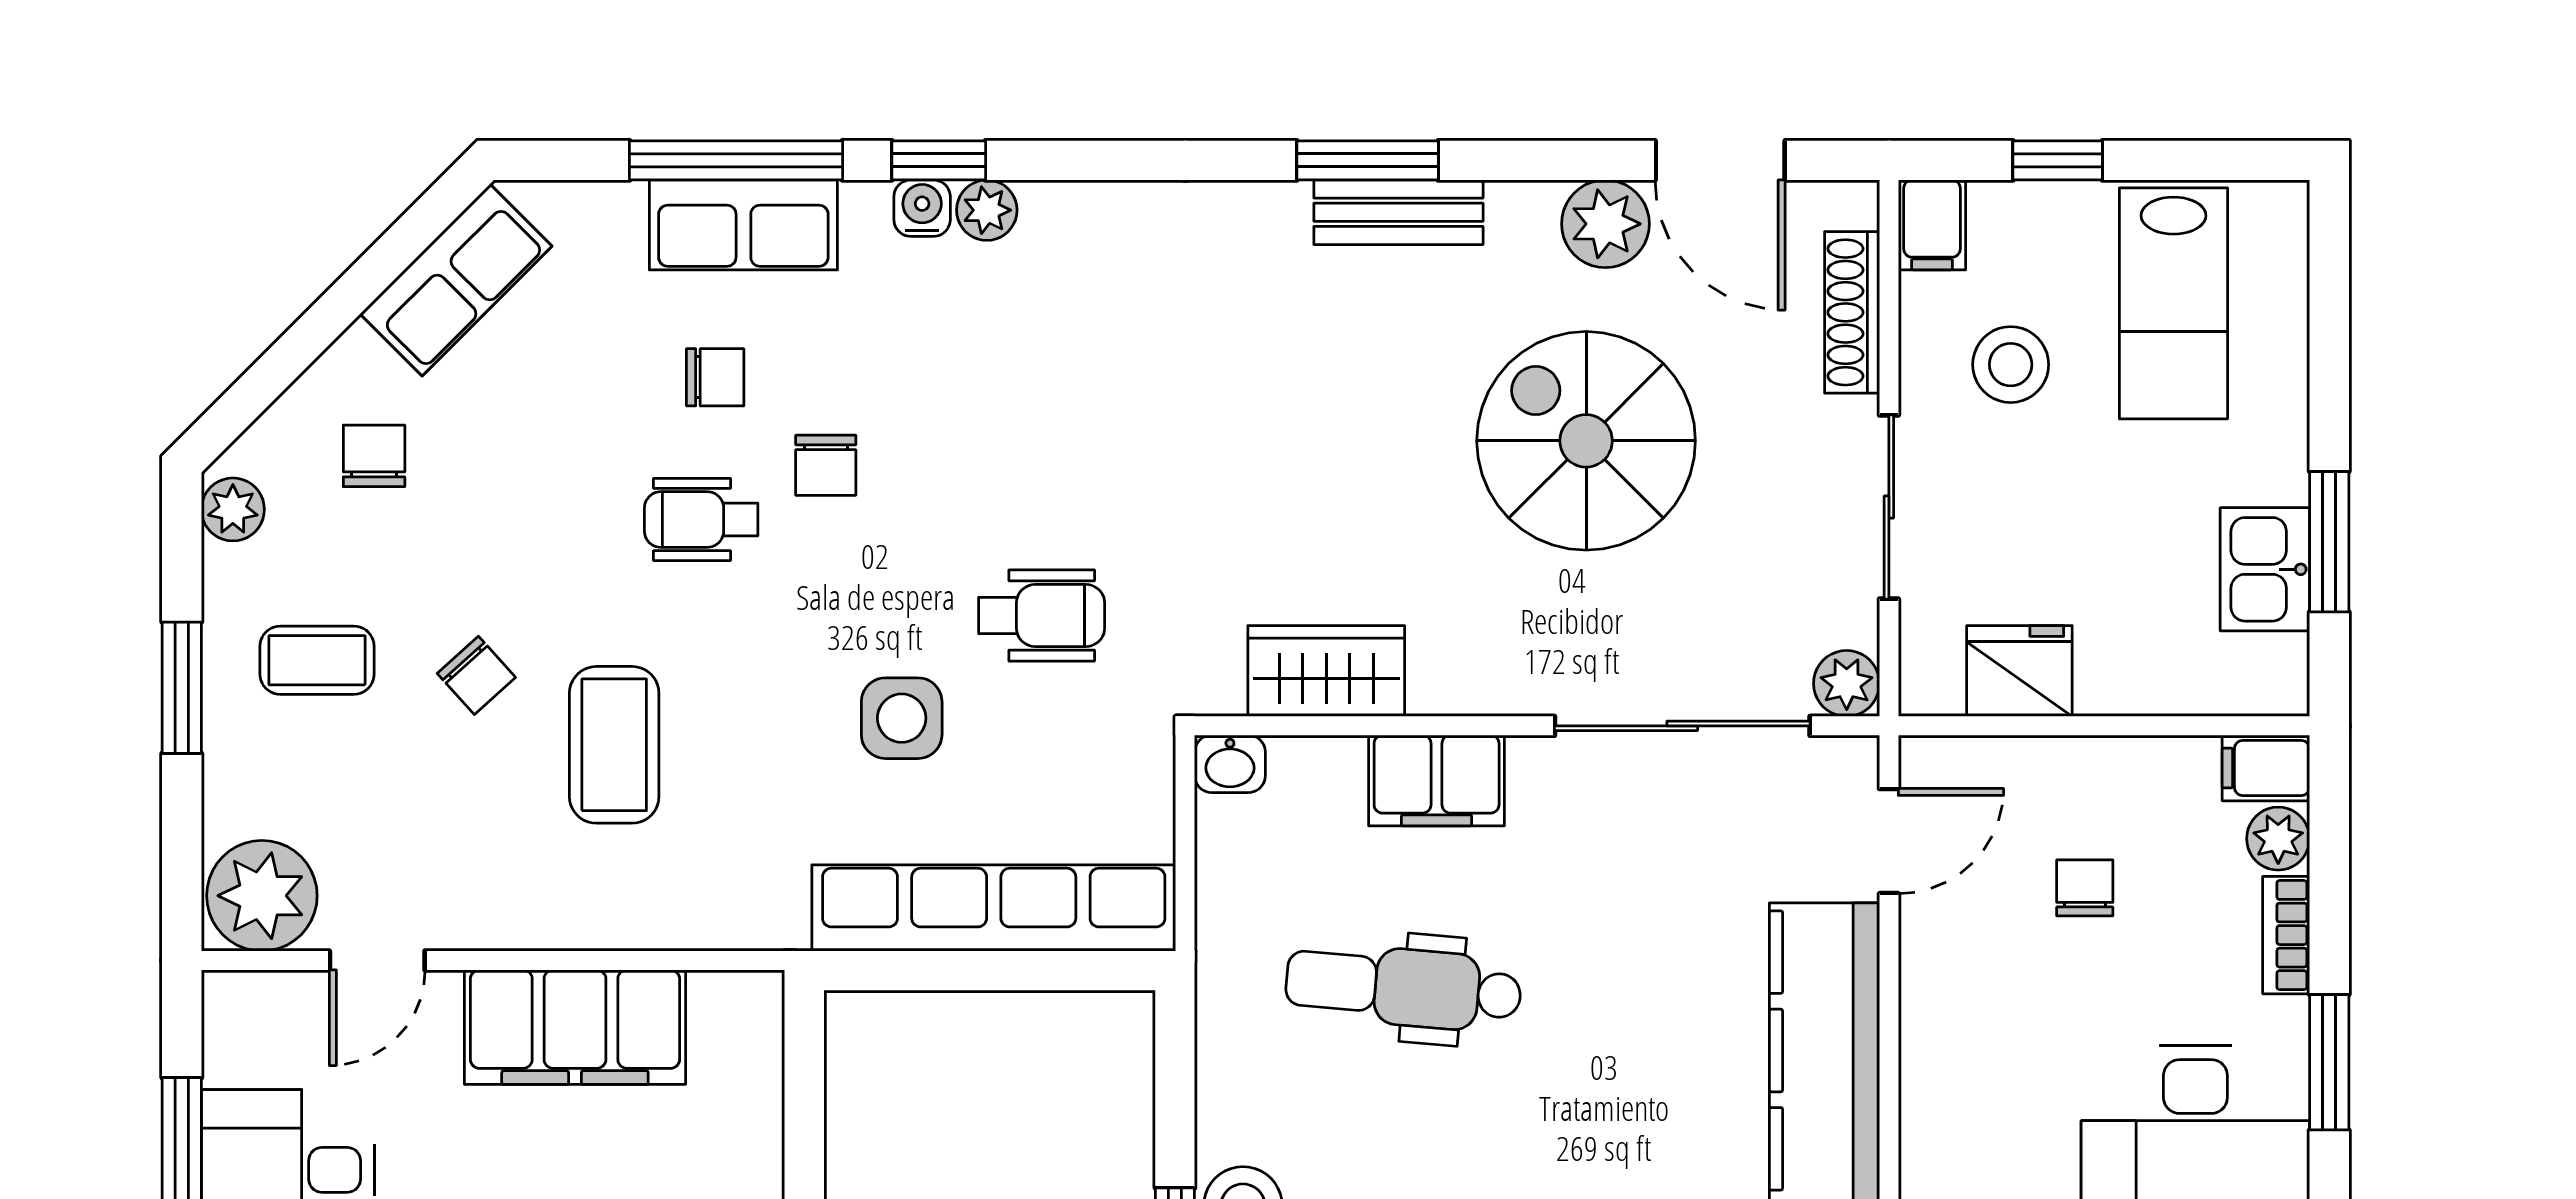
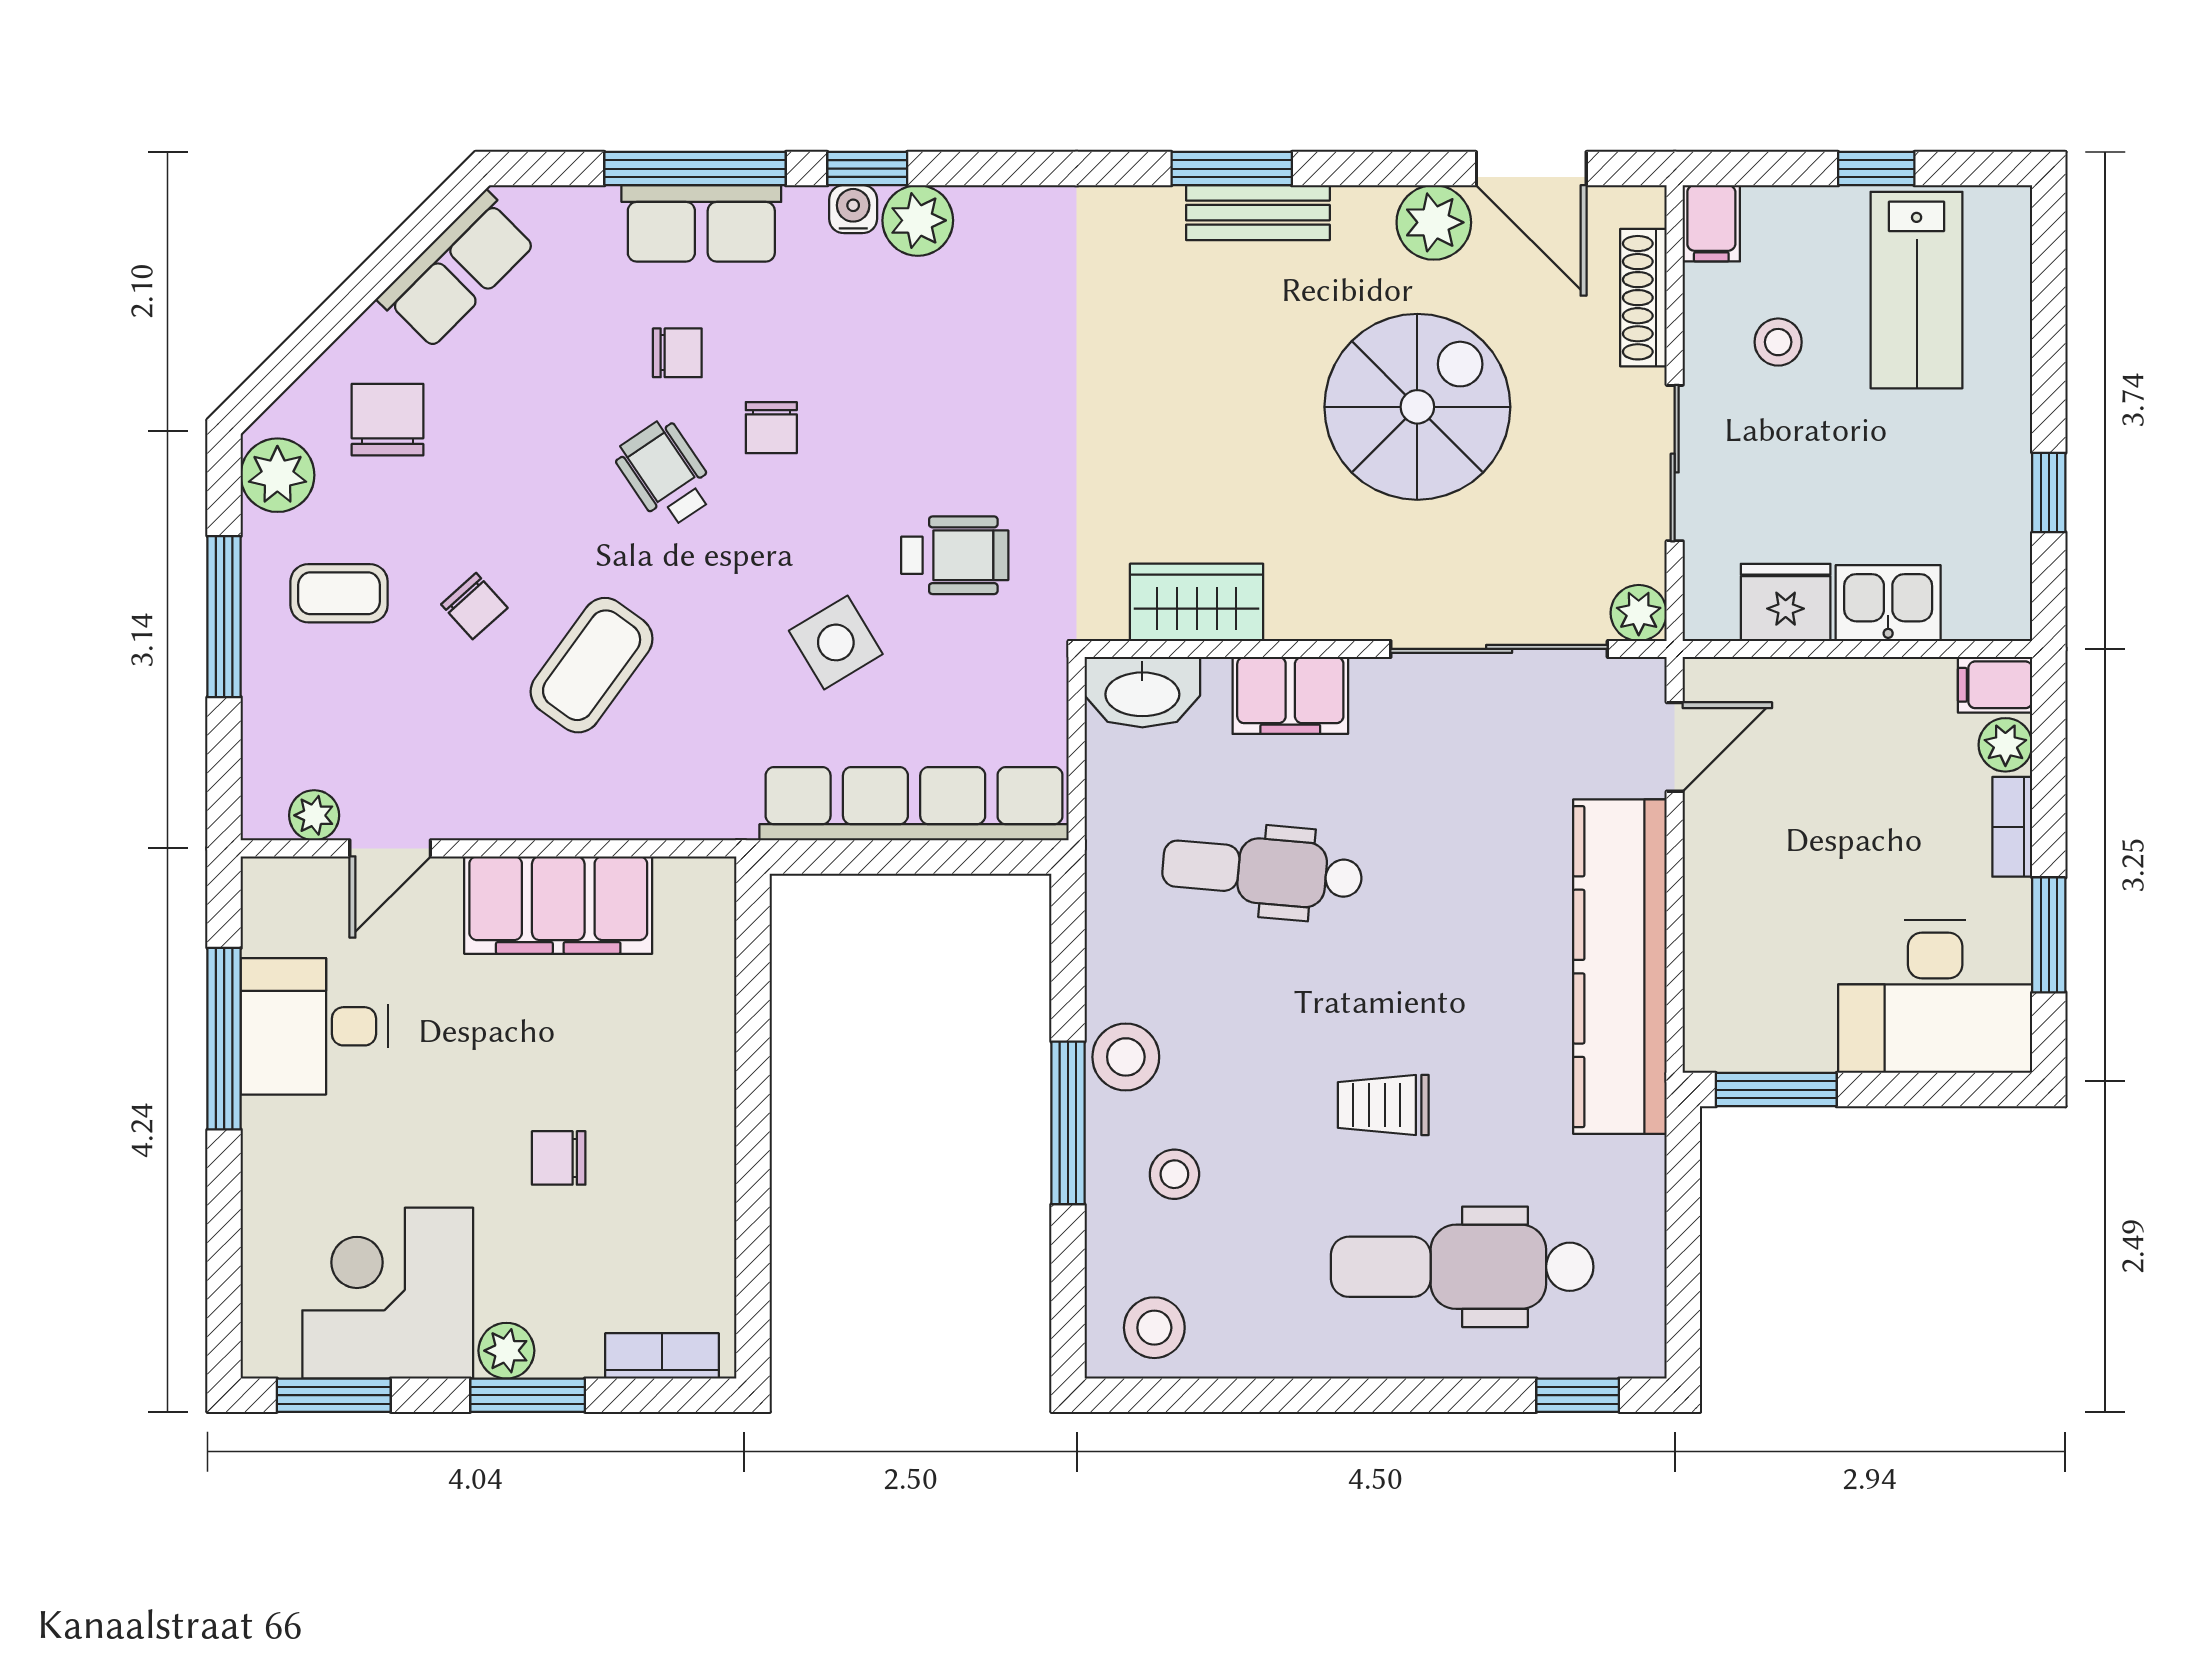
window: (2058, 160) -> (1876, 169), moved
plant: (987, 210) -> (918, 220), width x1.38, depth x1.38
stool: (2011, 365) -> (1778, 342), width x0.73, depth x0.73
spiral stairs: (1586, 441) -> (1417, 407), turned 90
chair: (374, 456) -> (387, 420), width x1.37, depth x1.37
plant: (233, 509) -> (277, 475), width x1.38, depth x1.38
wheelchair: (701, 520) -> (665, 474), turned 56
window: (2329, 542) -> (2049, 493), width x0.67
kitchen sink: (2265, 569) -> (1888, 603), moved, turned 90
window: (182, 688) -> (224, 617), width x1.44
side table: (902, 718) -> (836, 642), turned -31
coffee table: (614, 745) -> (592, 665), turned 36
washbasin: (1230, 764) -> (1142, 692), width x1.91, depth x1.45
chair: (2085, 888) -> (1841, 787), removed
plant: (262, 896) -> (314, 815), width x0.53, depth x0.53

